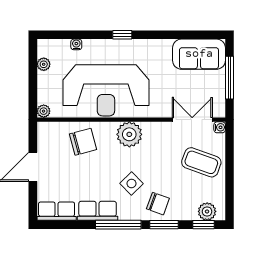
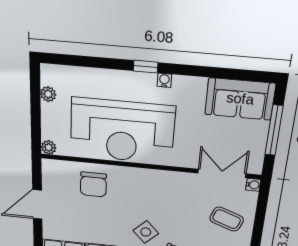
water cooler: (76, 44) -> (164, 80), moved
plant: (129, 134) -> (147, 182), removed
chair: (83, 142) -> (93, 184), turned 105
coffee table: (201, 162) -> (227, 219), width x0.73, depth x0.77

